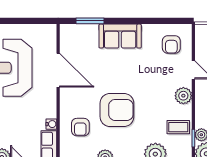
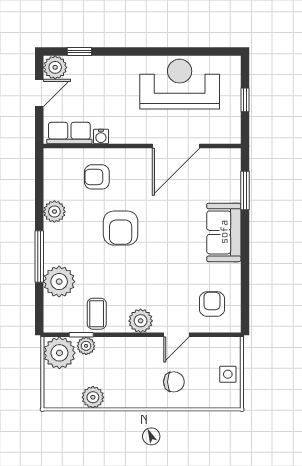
window: (25, 21) -> (245, 100), added
armchair: (171, 45) -> (212, 304), turned 90
armchair: (117, 110) -> (121, 228), width x0.73, depth x0.73

